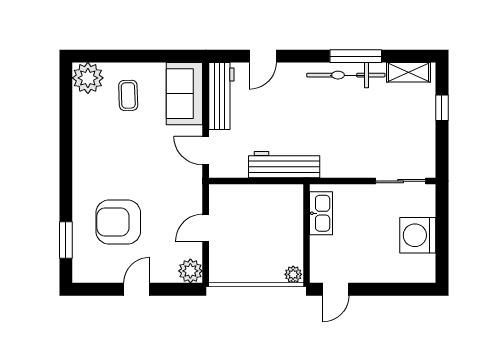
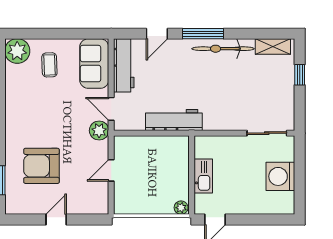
window: (356, 56) -> (203, 34), moved
kitchen sink: (321, 213) -> (203, 176), moved
plant: (190, 271) -> (99, 131), moved

